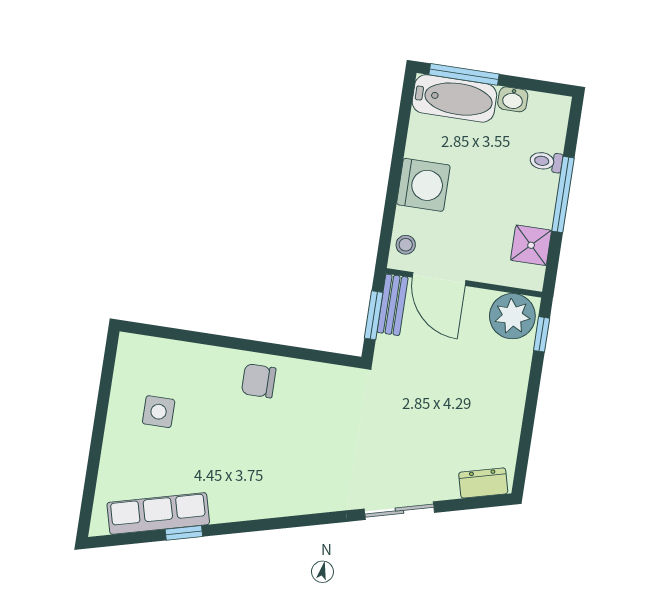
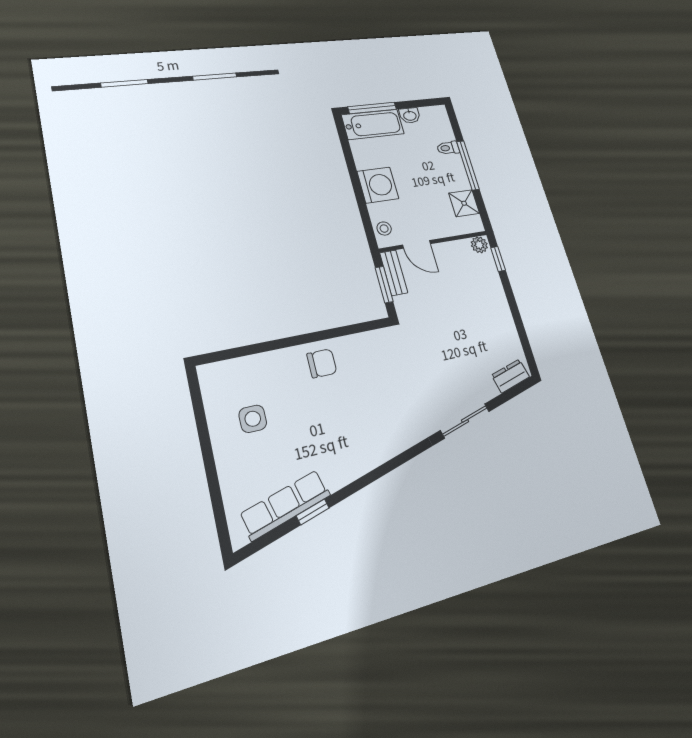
door: (439, 279) -> (417, 244), width x0.73
plant: (512, 316) -> (479, 245), width x0.53, depth x0.53
chair: (259, 381) -> (322, 363), turned 180

